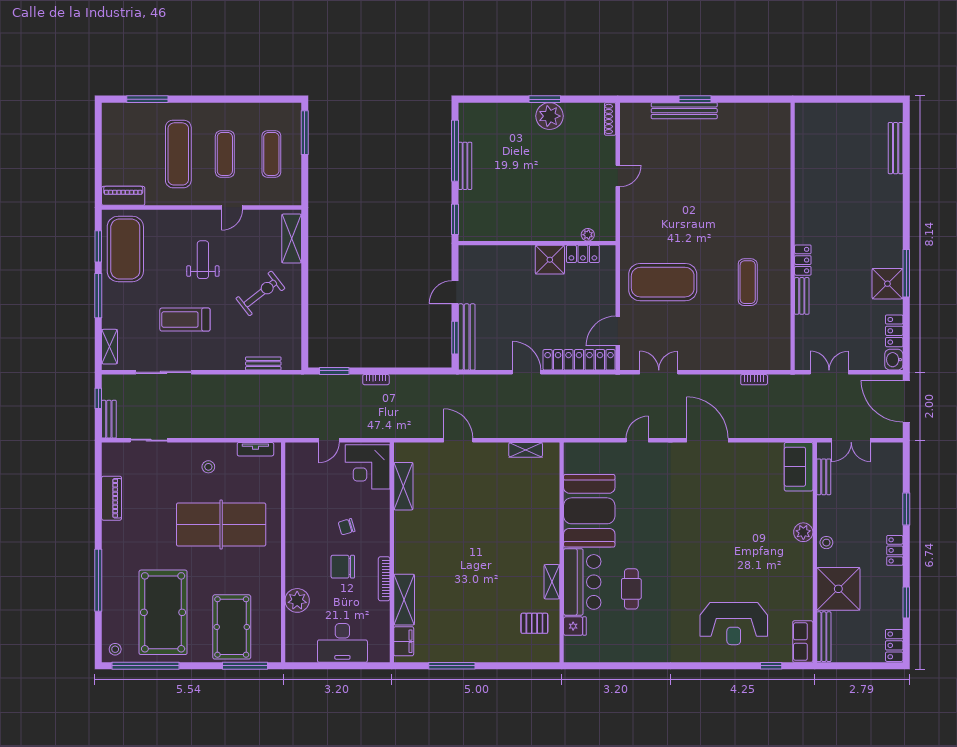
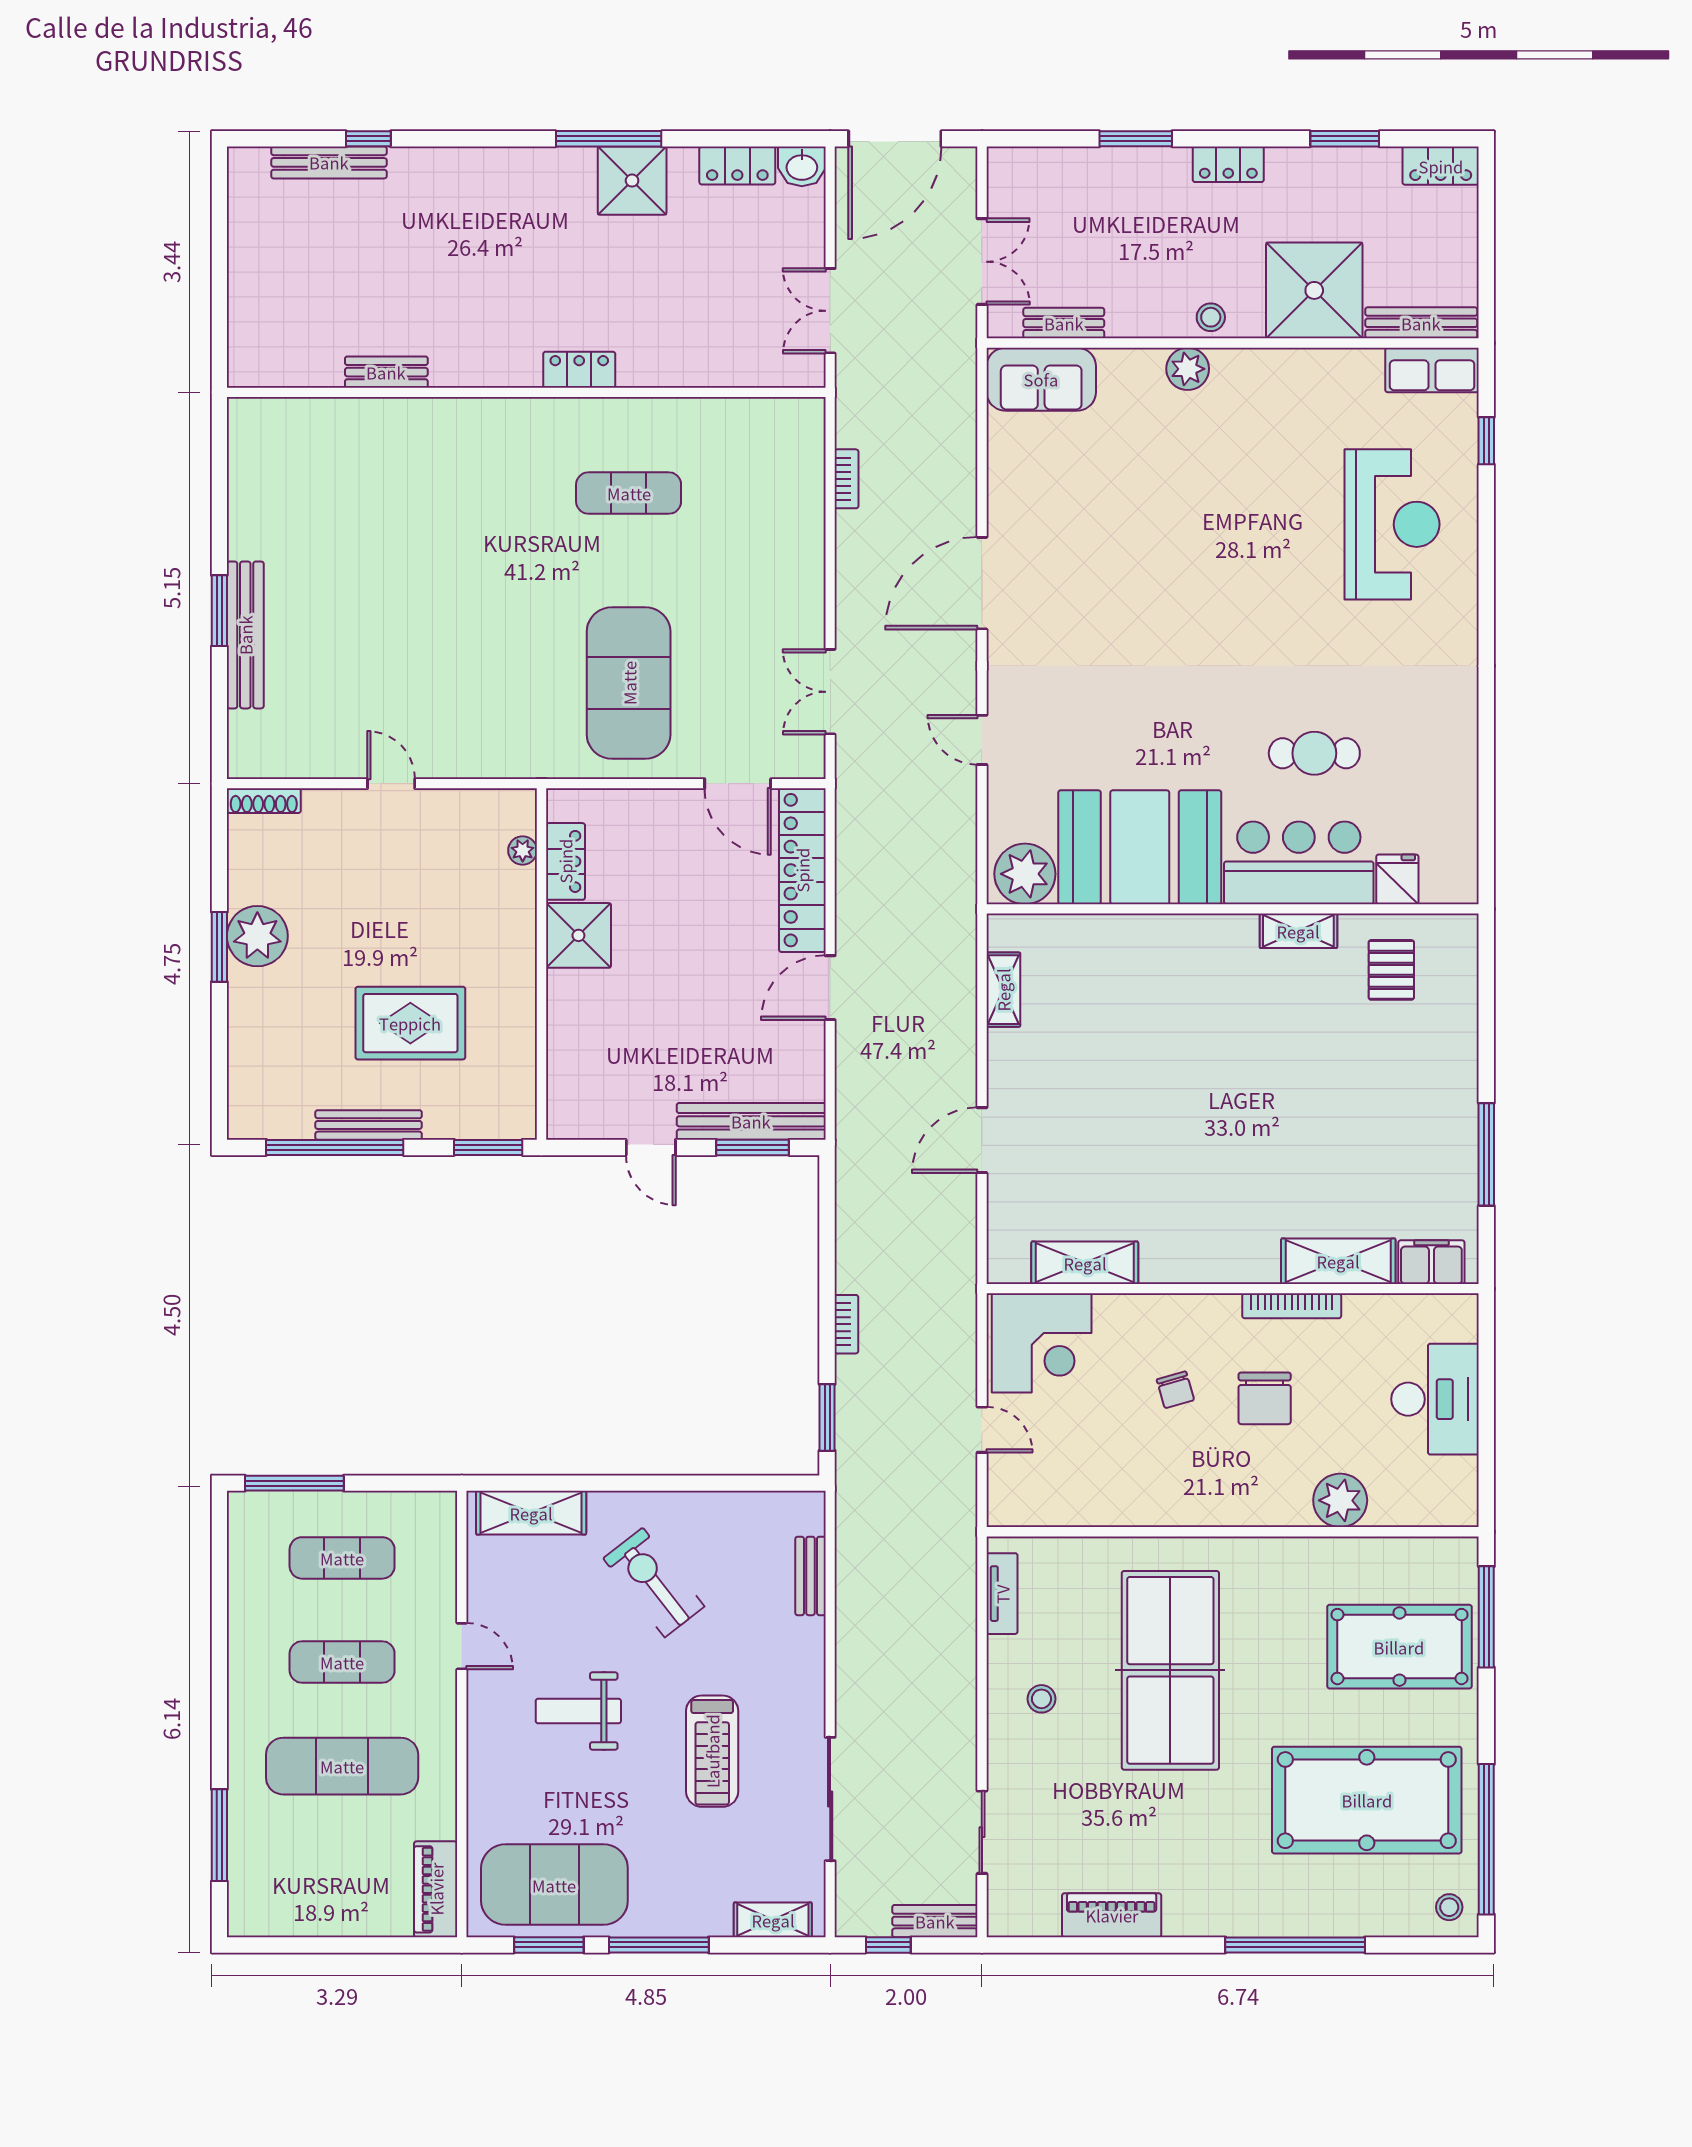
window: (906, 166) -> (368, 139), added
rug: (511, 185) -> (410, 1023), added
bench: (802, 296) -> (386, 372), moved
plant: (577, 459) -> (1025, 874), added

